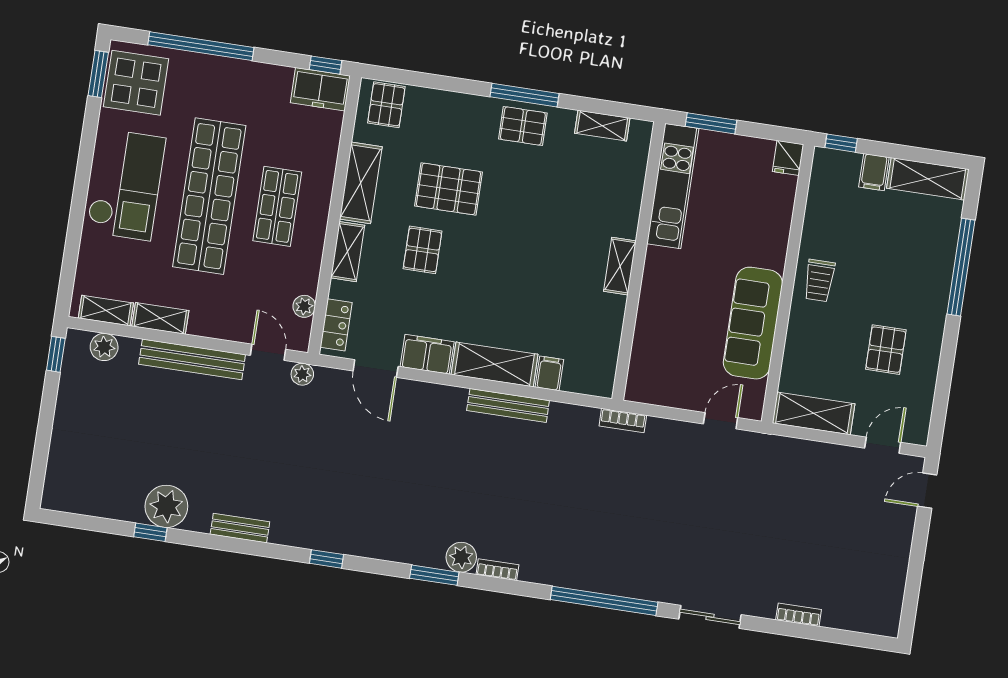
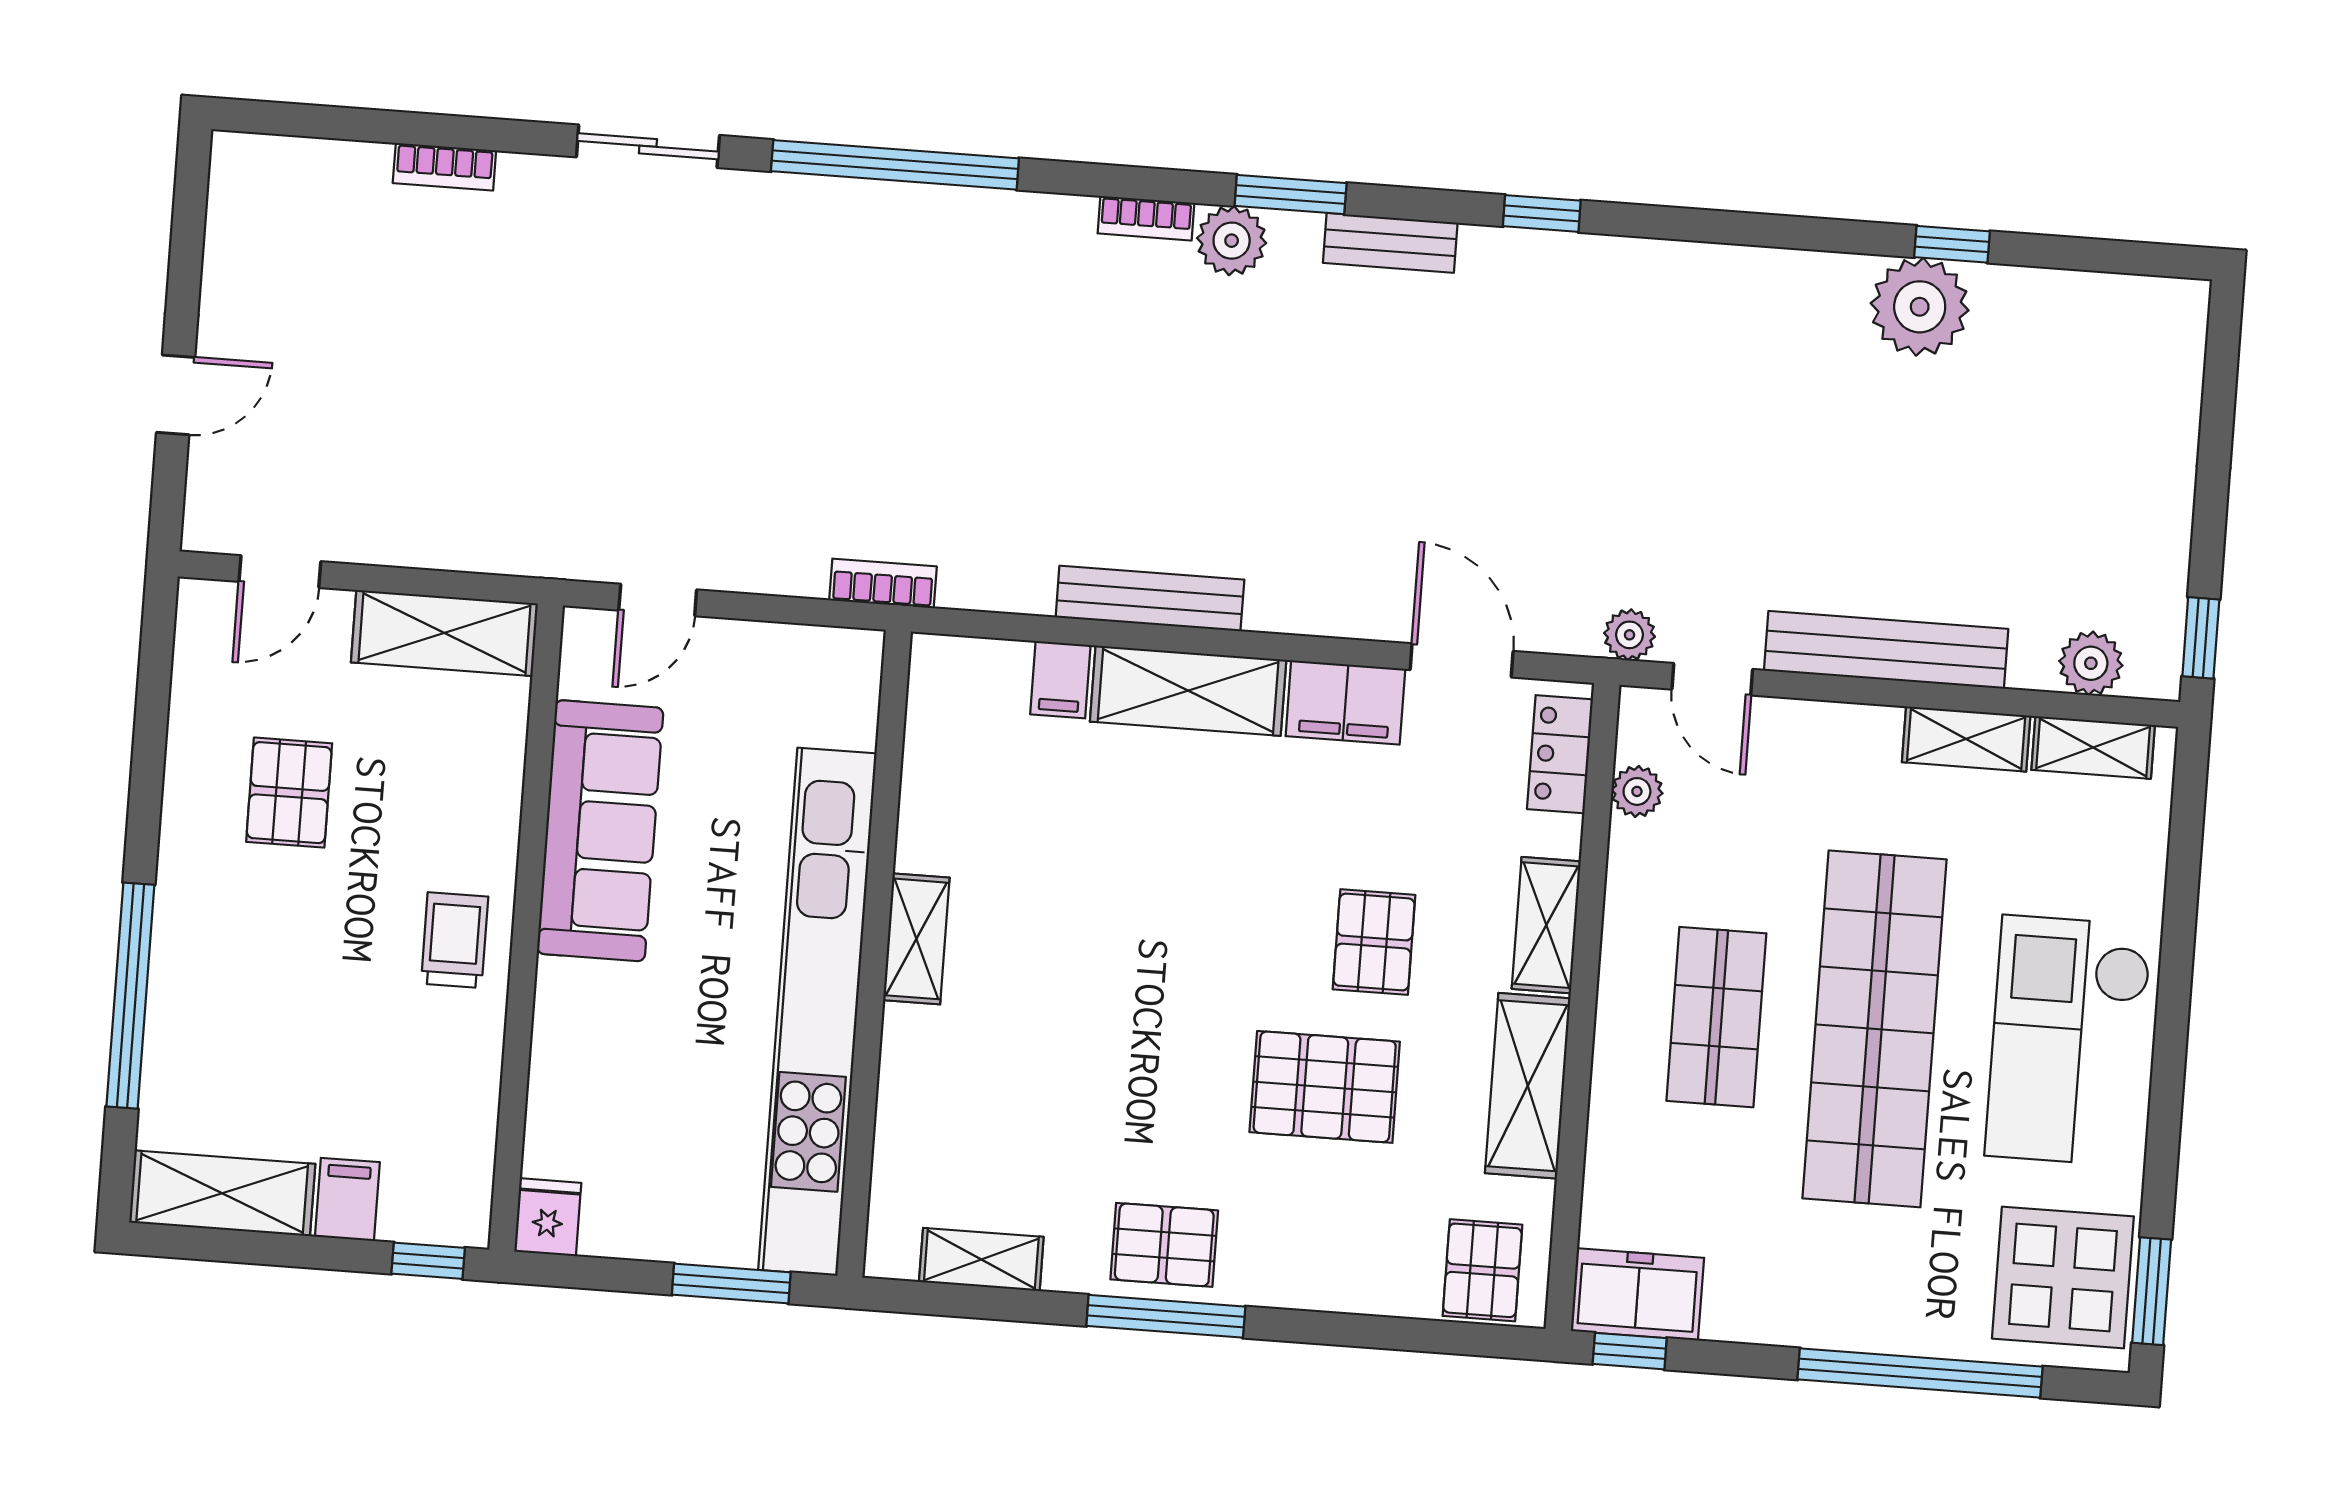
kitchen unit: (673, 186) -> (817, 1012), width x1.86
door: (927, 491) -> (176, 395), moved
bench: (240, 528) -> (1390, 243), moved

